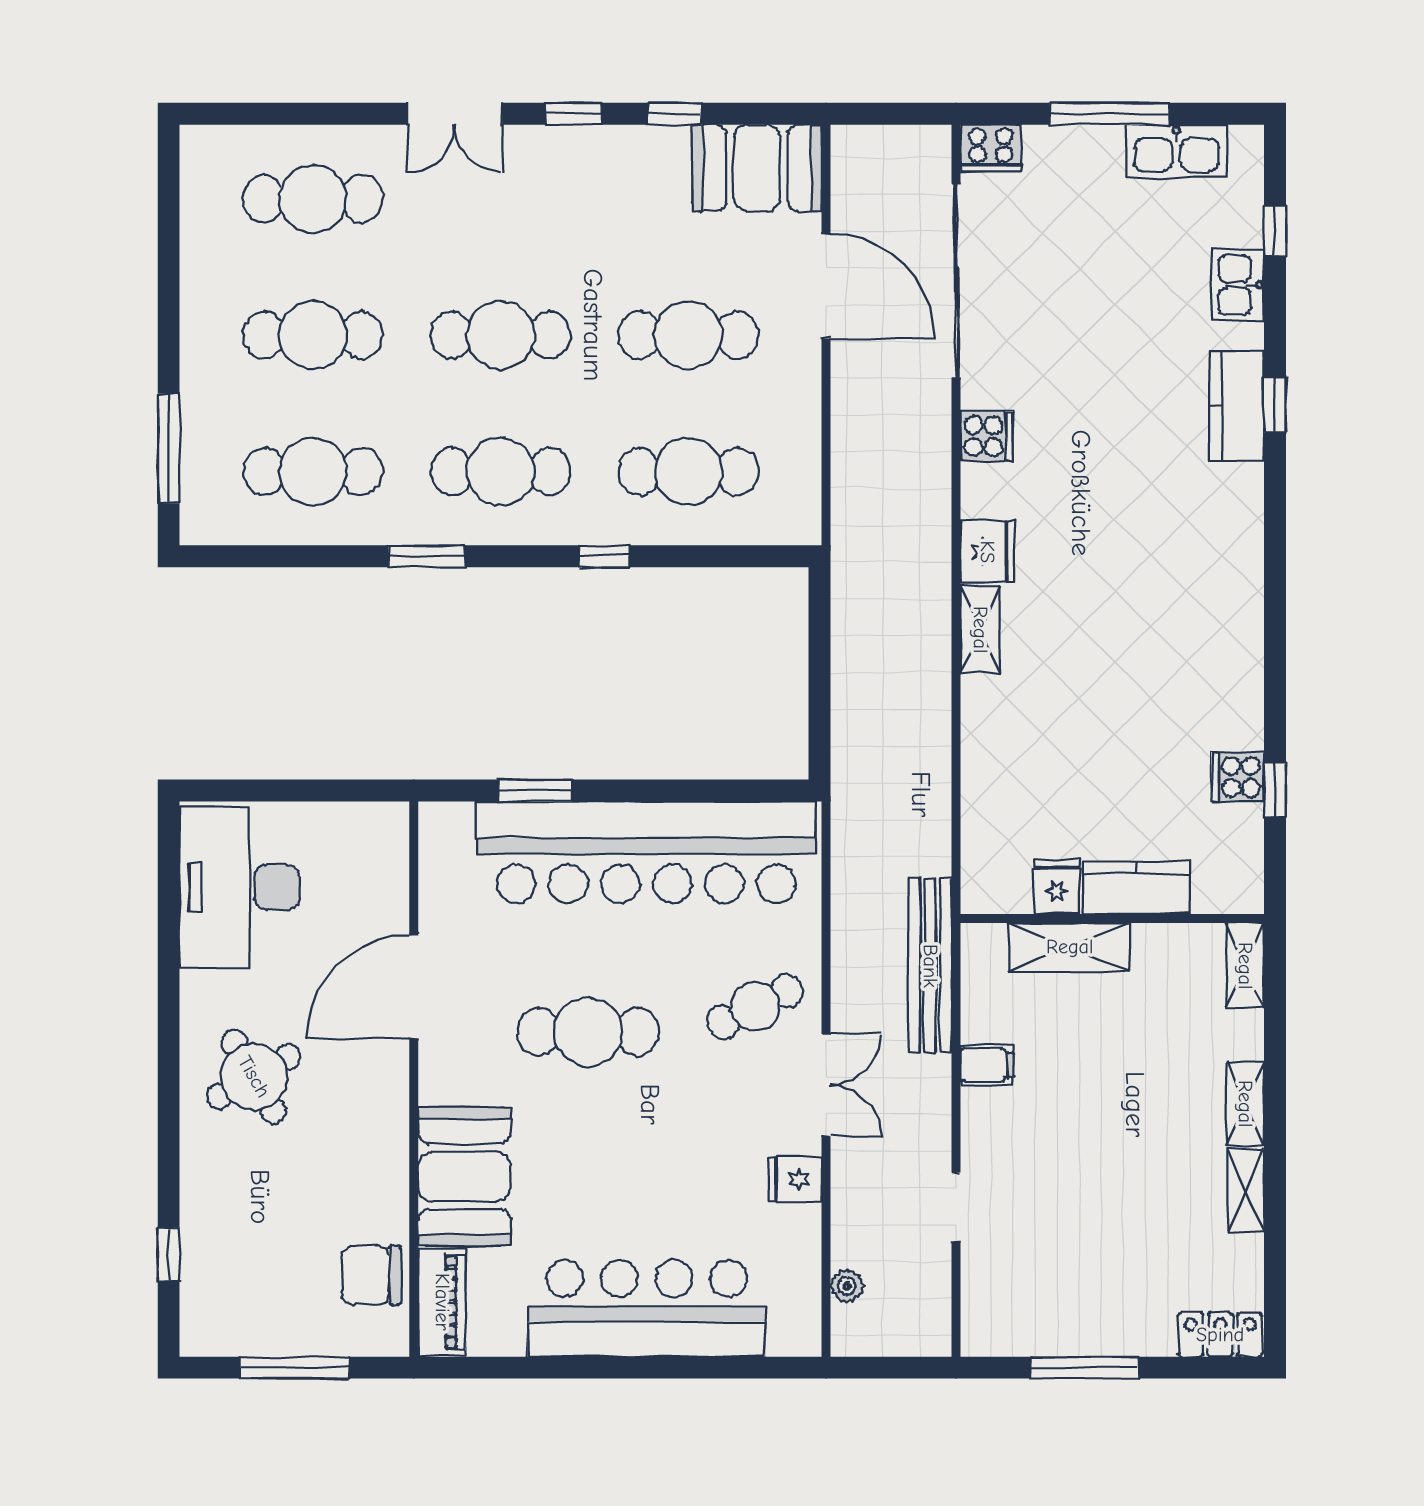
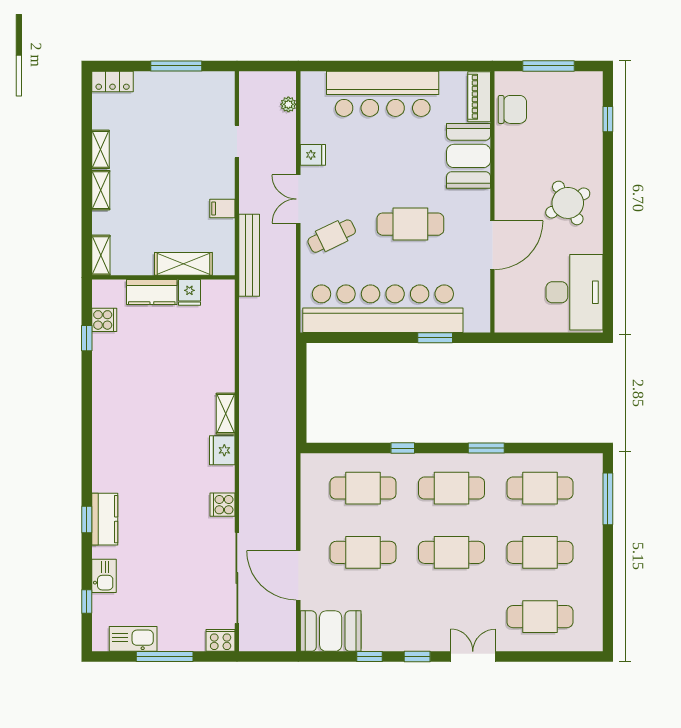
cooker: (1238, 777) -> (104, 320), moved

